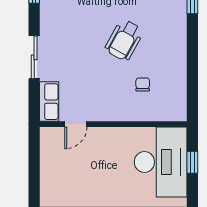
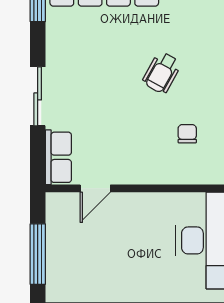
wheelchair: (124, 40) -> (162, 73), width x0.73, depth x0.73
window: (34, 172) -> (38, 254), added

